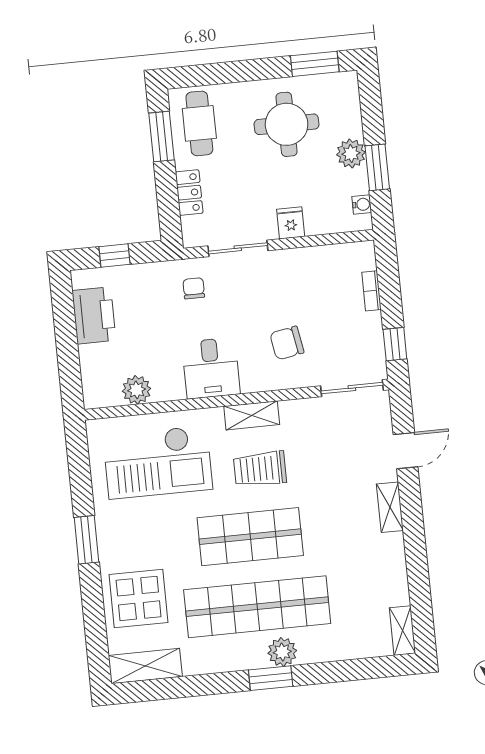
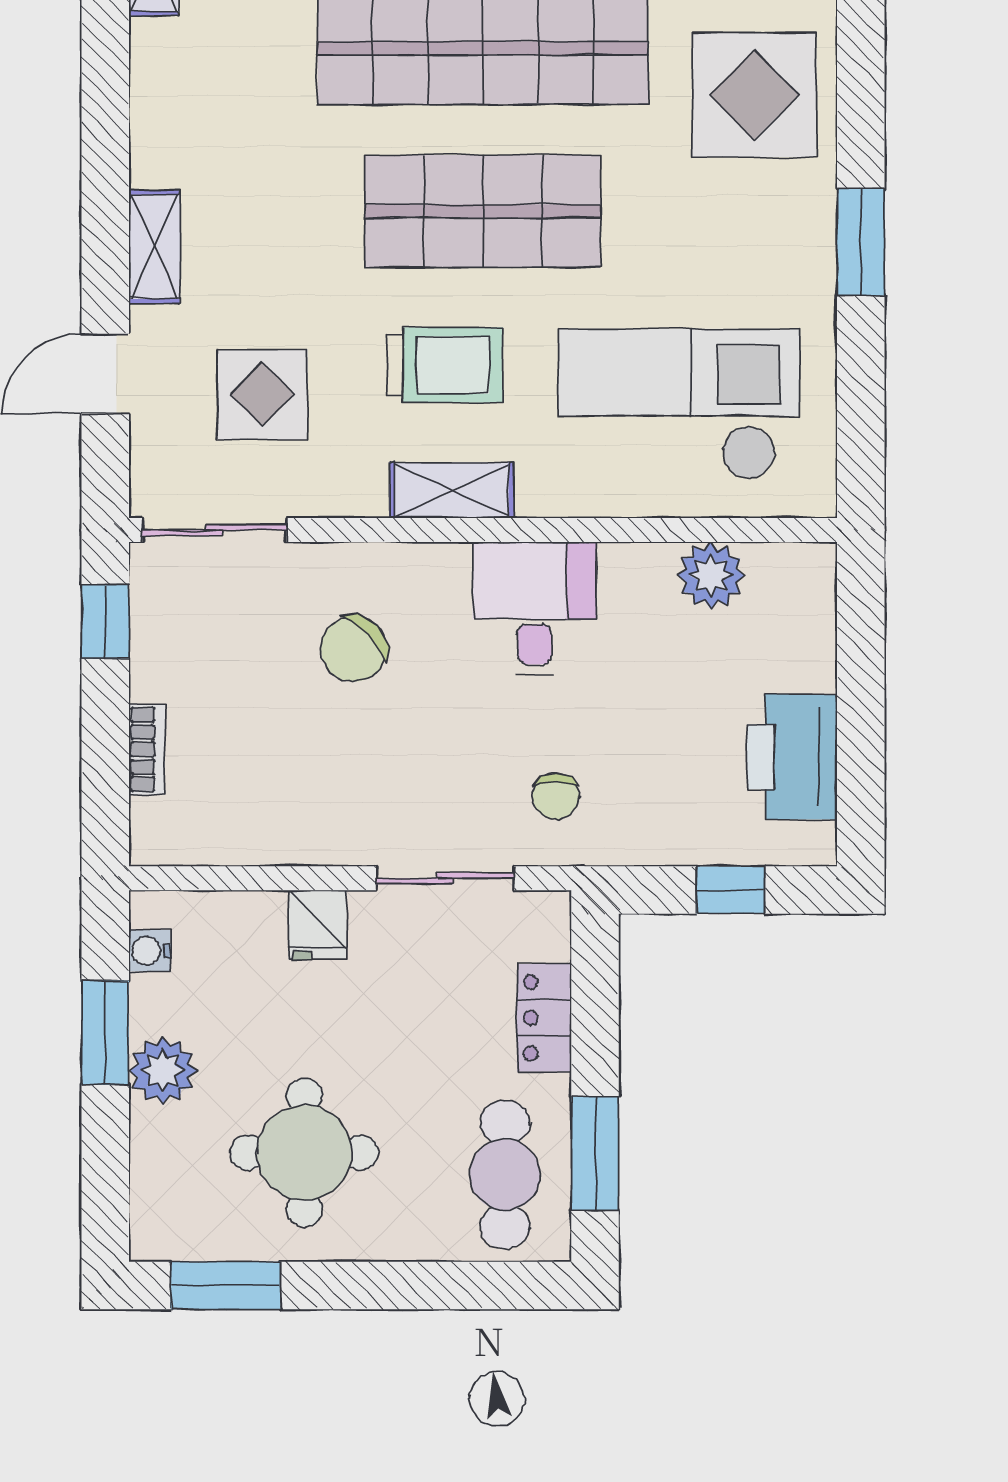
chair: (287, 343) -> (354, 649), turned 146
display table: (337, 448) -> (262, 394), added

